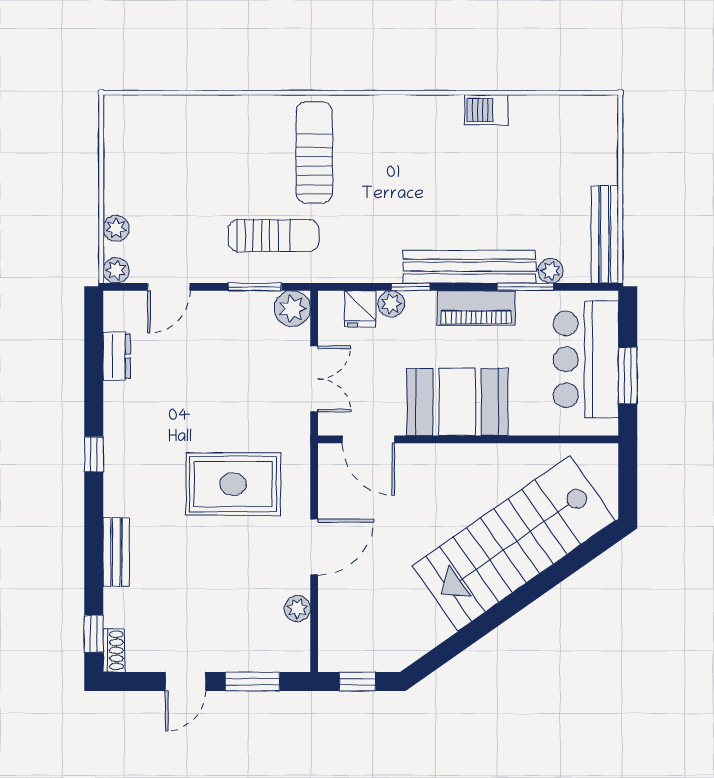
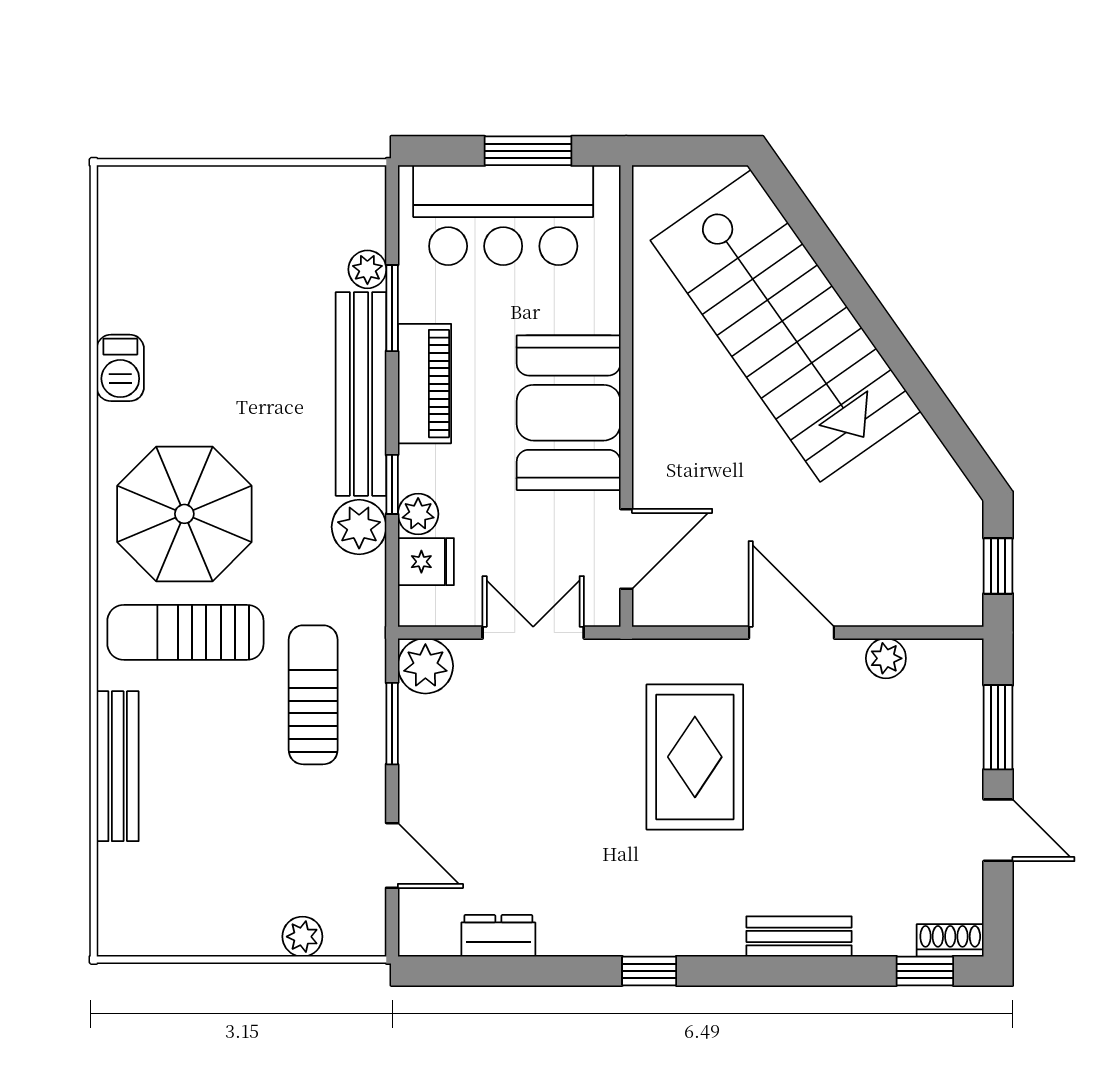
parasol: (391, 152) -> (184, 514), added
bench: (605, 234) -> (118, 766), moved, turned 90
plant: (116, 270) -> (359, 527), moved, width x1.38, depth x1.38

